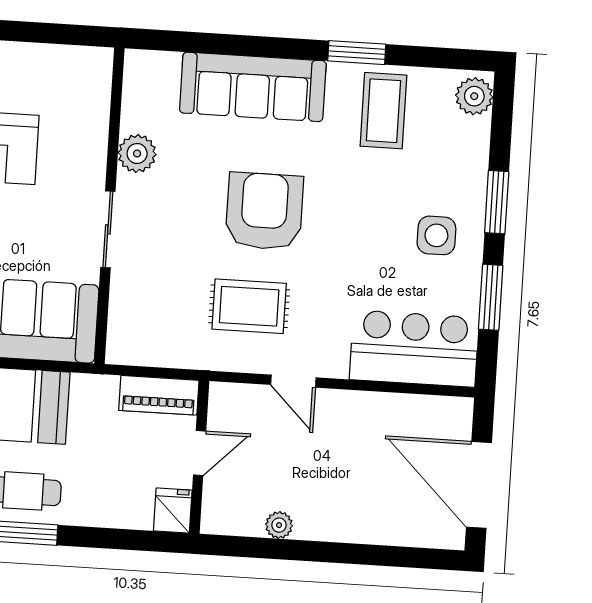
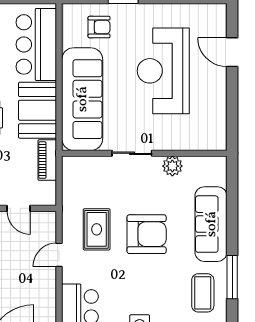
window: (357, 53) -> (232, 277), width x1.44
coffee table: (383, 111) -> (203, 293), turned 90
piano: (159, 395) -> (47, 160), moved

